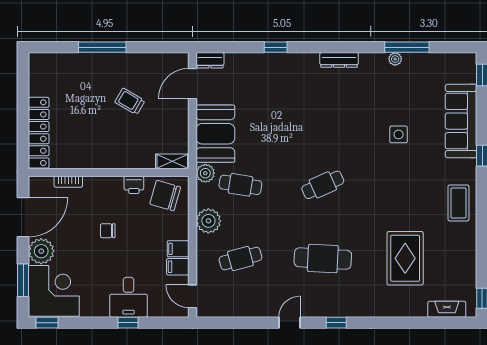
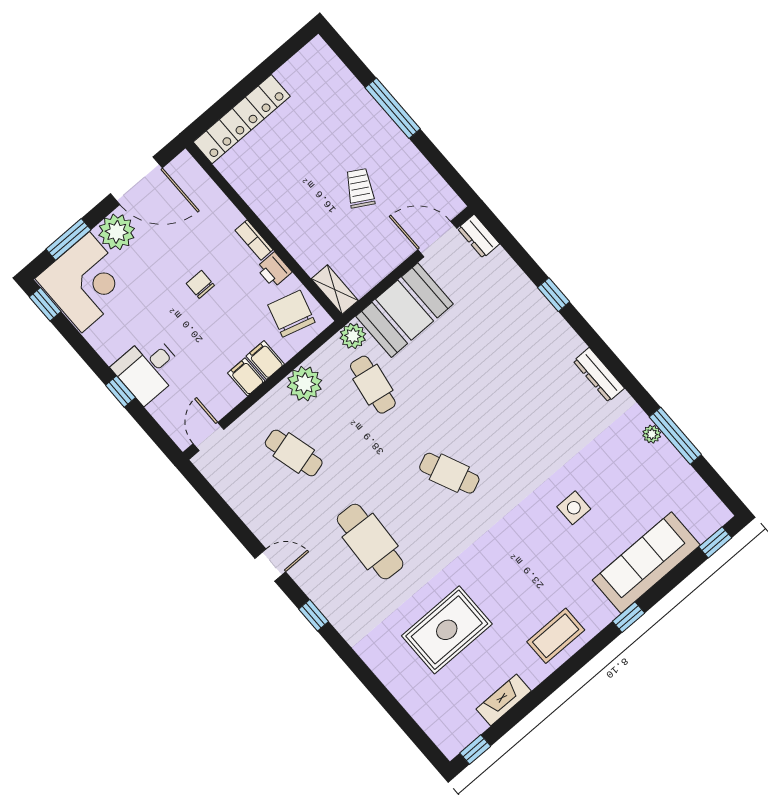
bookcase: (68, 182) -> (254, 240), moved
filing cabinet: (178, 267) -> (265, 360), moved
fireplace: (447, 309) -> (504, 700), moved, turned -90

